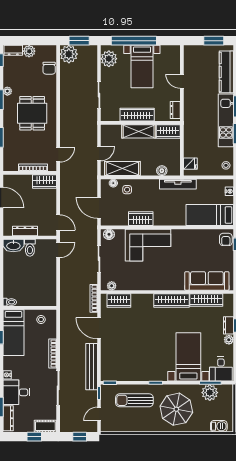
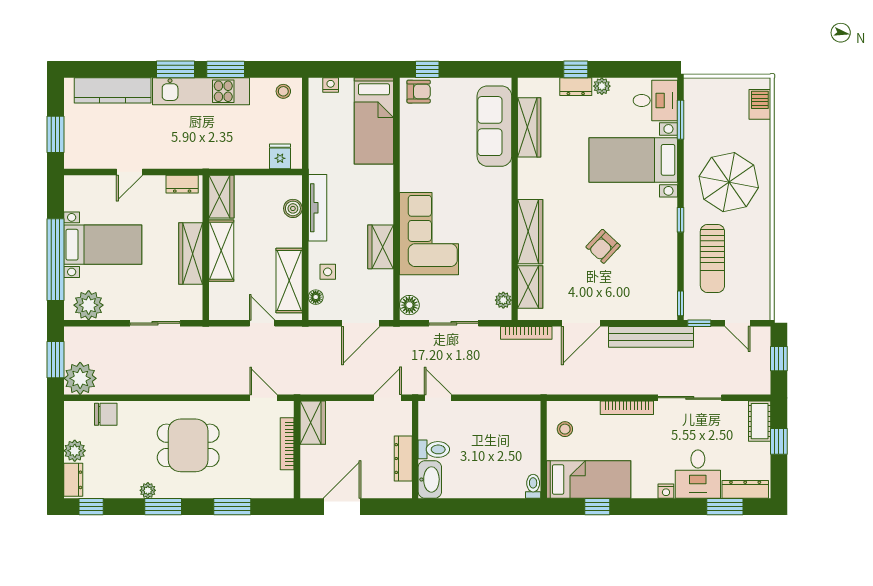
window: (214, 41) -> (56, 134), moved
tv unit: (178, 184) -> (317, 208), moved
wardrobe: (171, 301) -> (530, 232), moved
armchair: (141, 340) -> (603, 246), added
plant: (210, 393) -> (698, 121), removed

